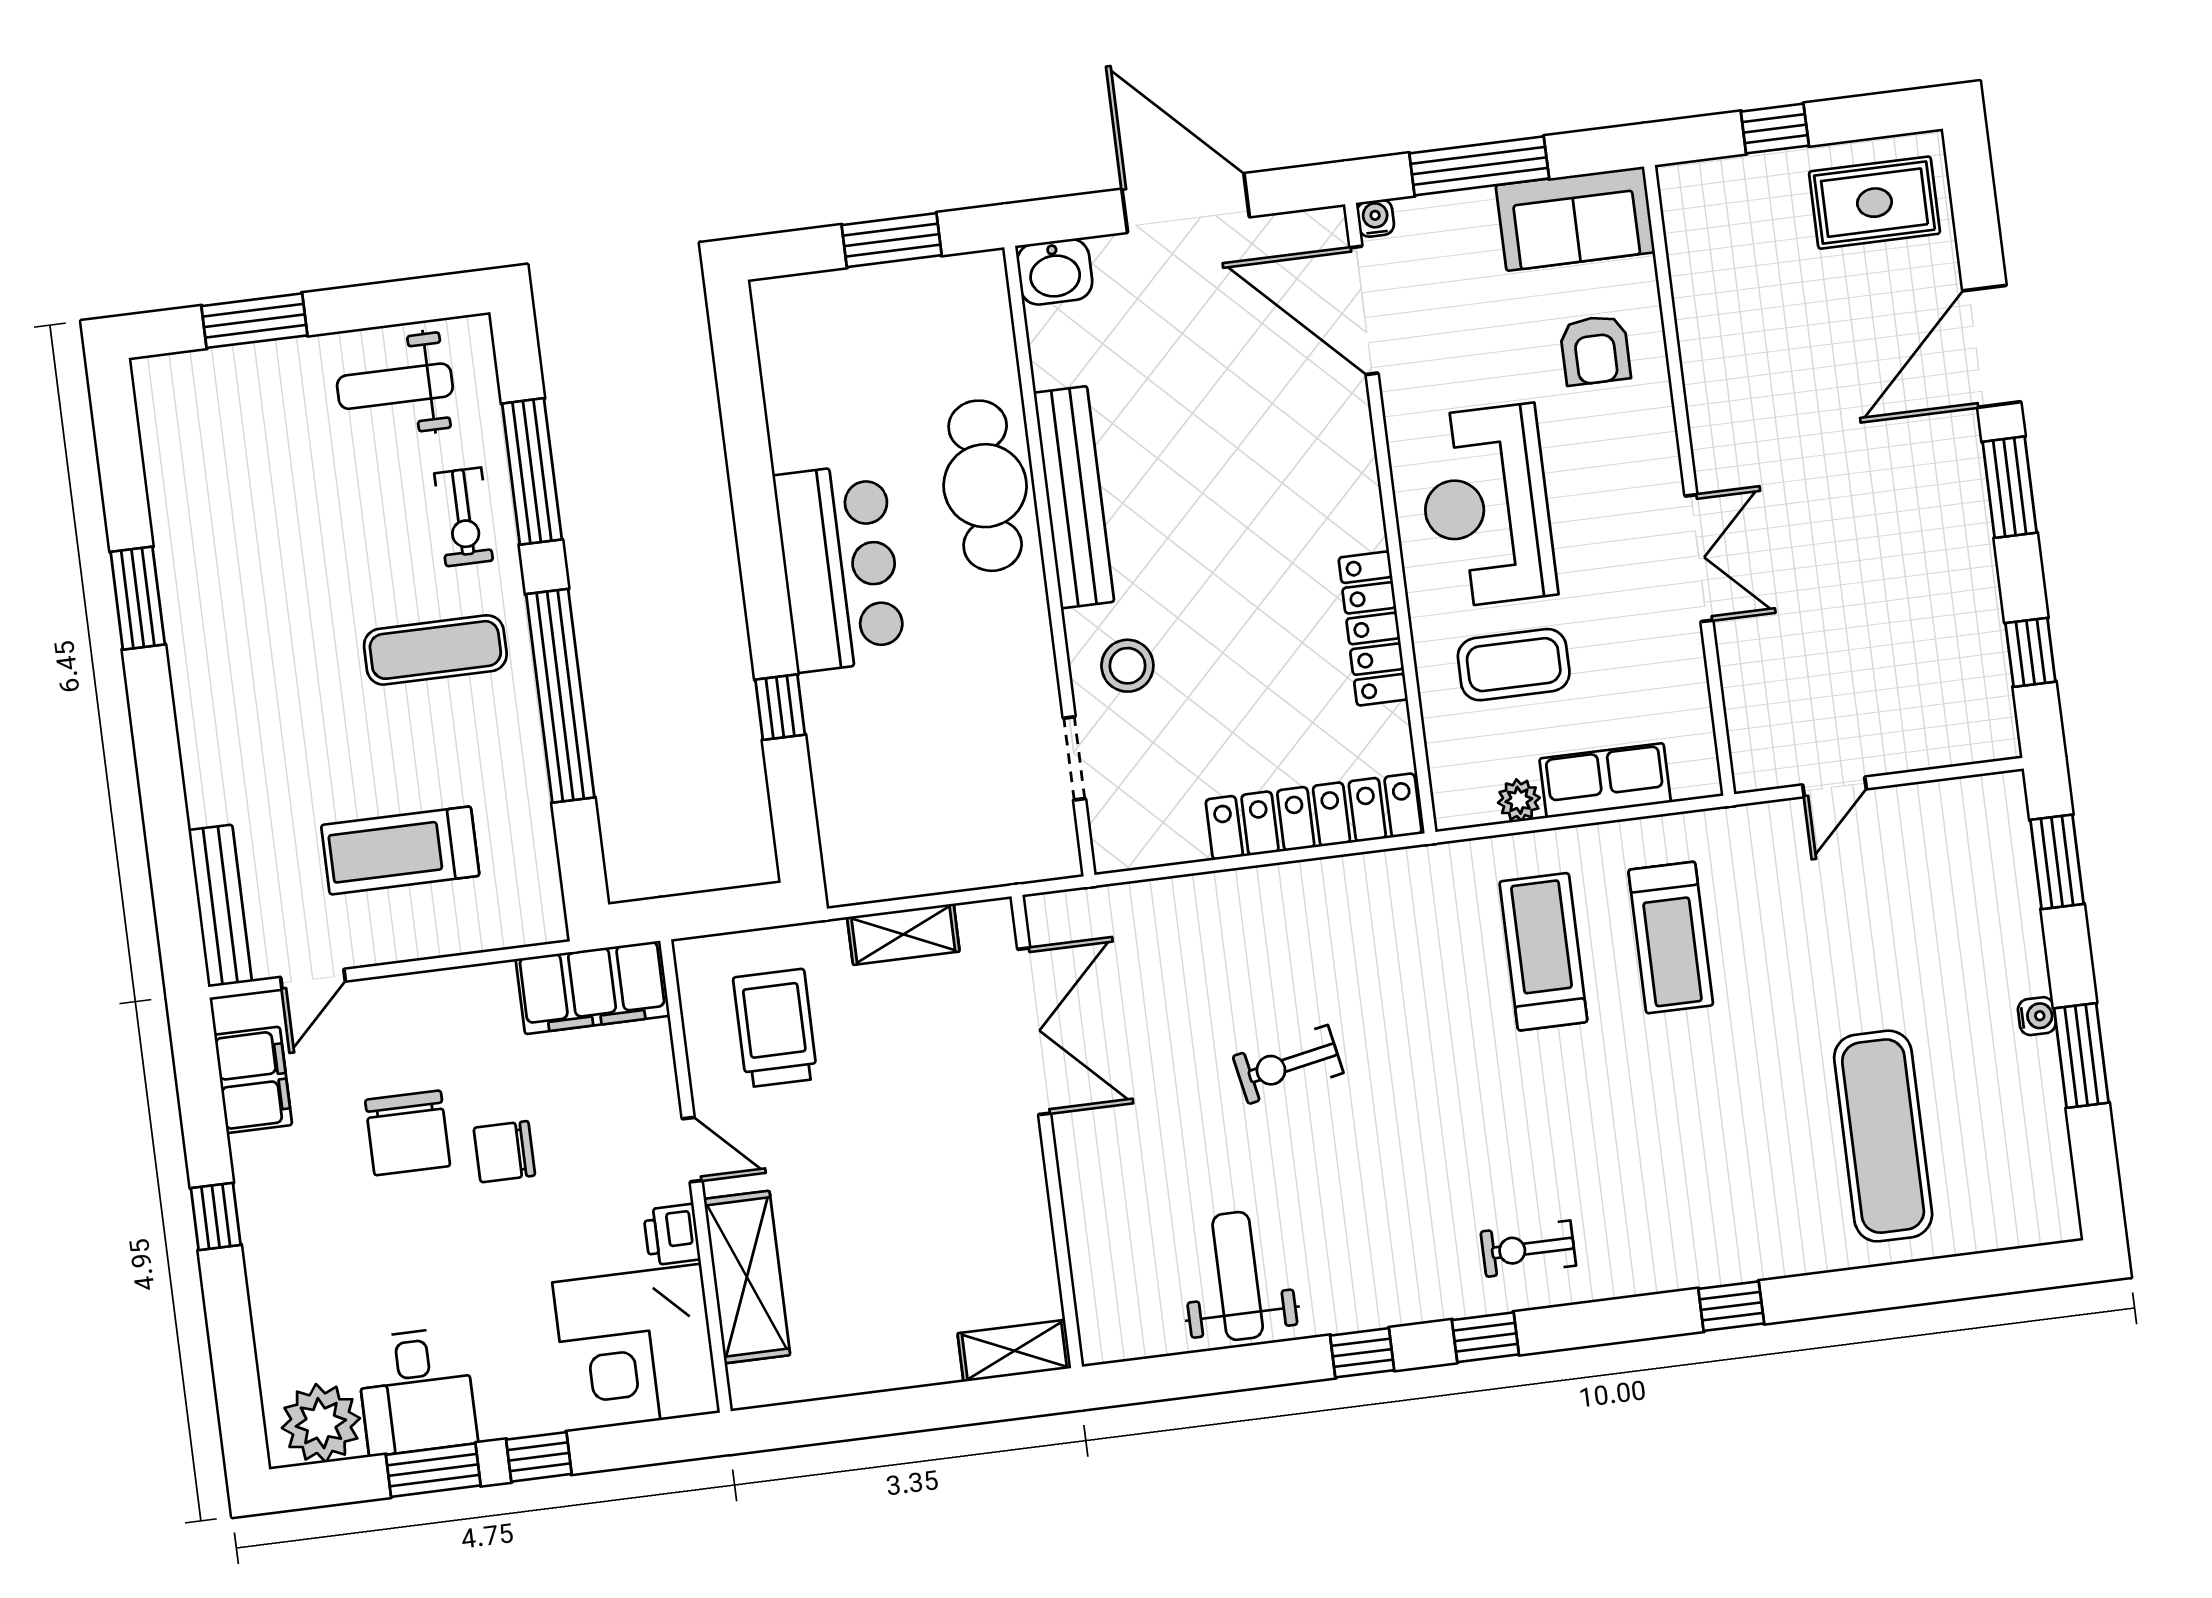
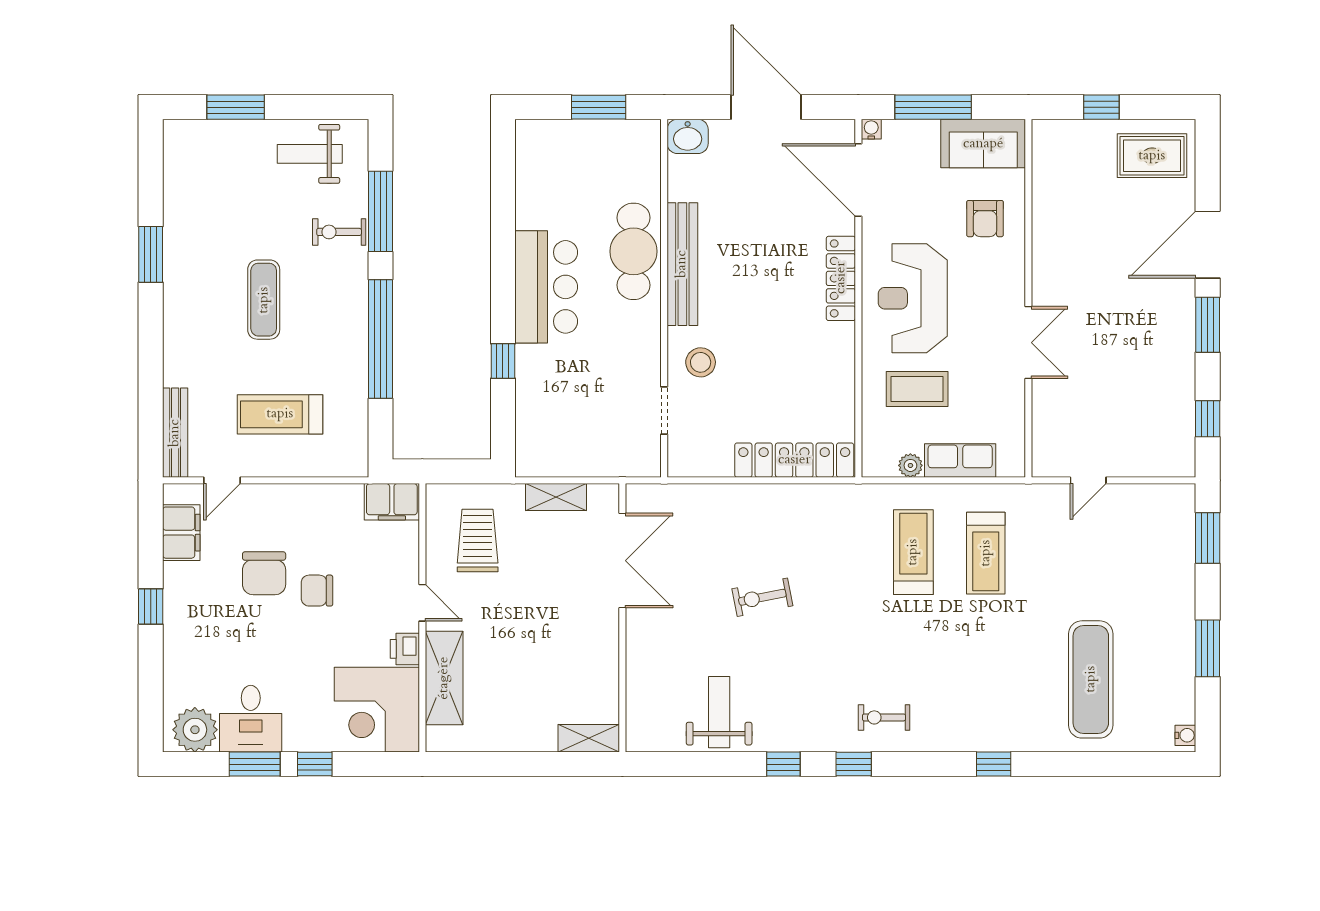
exercise bike: (464, 517) -> (339, 232), turned 90
locker: (1373, 628) -> (841, 278), moved
exercise mat: (435, 650) -> (264, 300), moved, turned 90
filing cabinet: (593, 987) -> (392, 502), width x0.67, depth x0.86
water cooler: (2037, 1016) -> (1185, 735), moved

